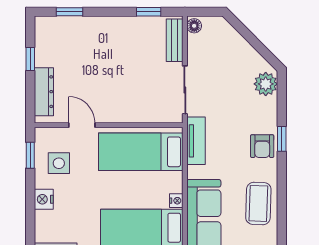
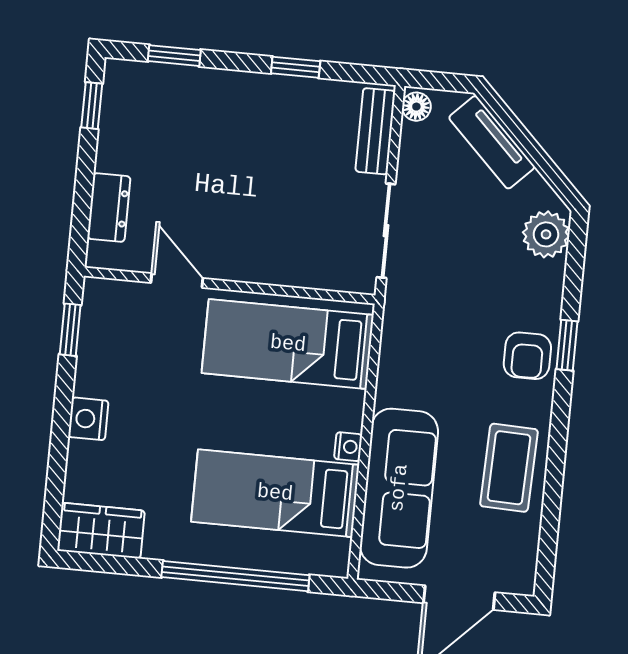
window: (149, 12) -> (296, 67), moved
window: (30, 59) -> (92, 106), moved
dresser: (44, 92) -> (109, 207), width x0.70
tv unit: (196, 141) -> (492, 142), moved, turned 135
side table: (59, 163) -> (125, 351), removed

